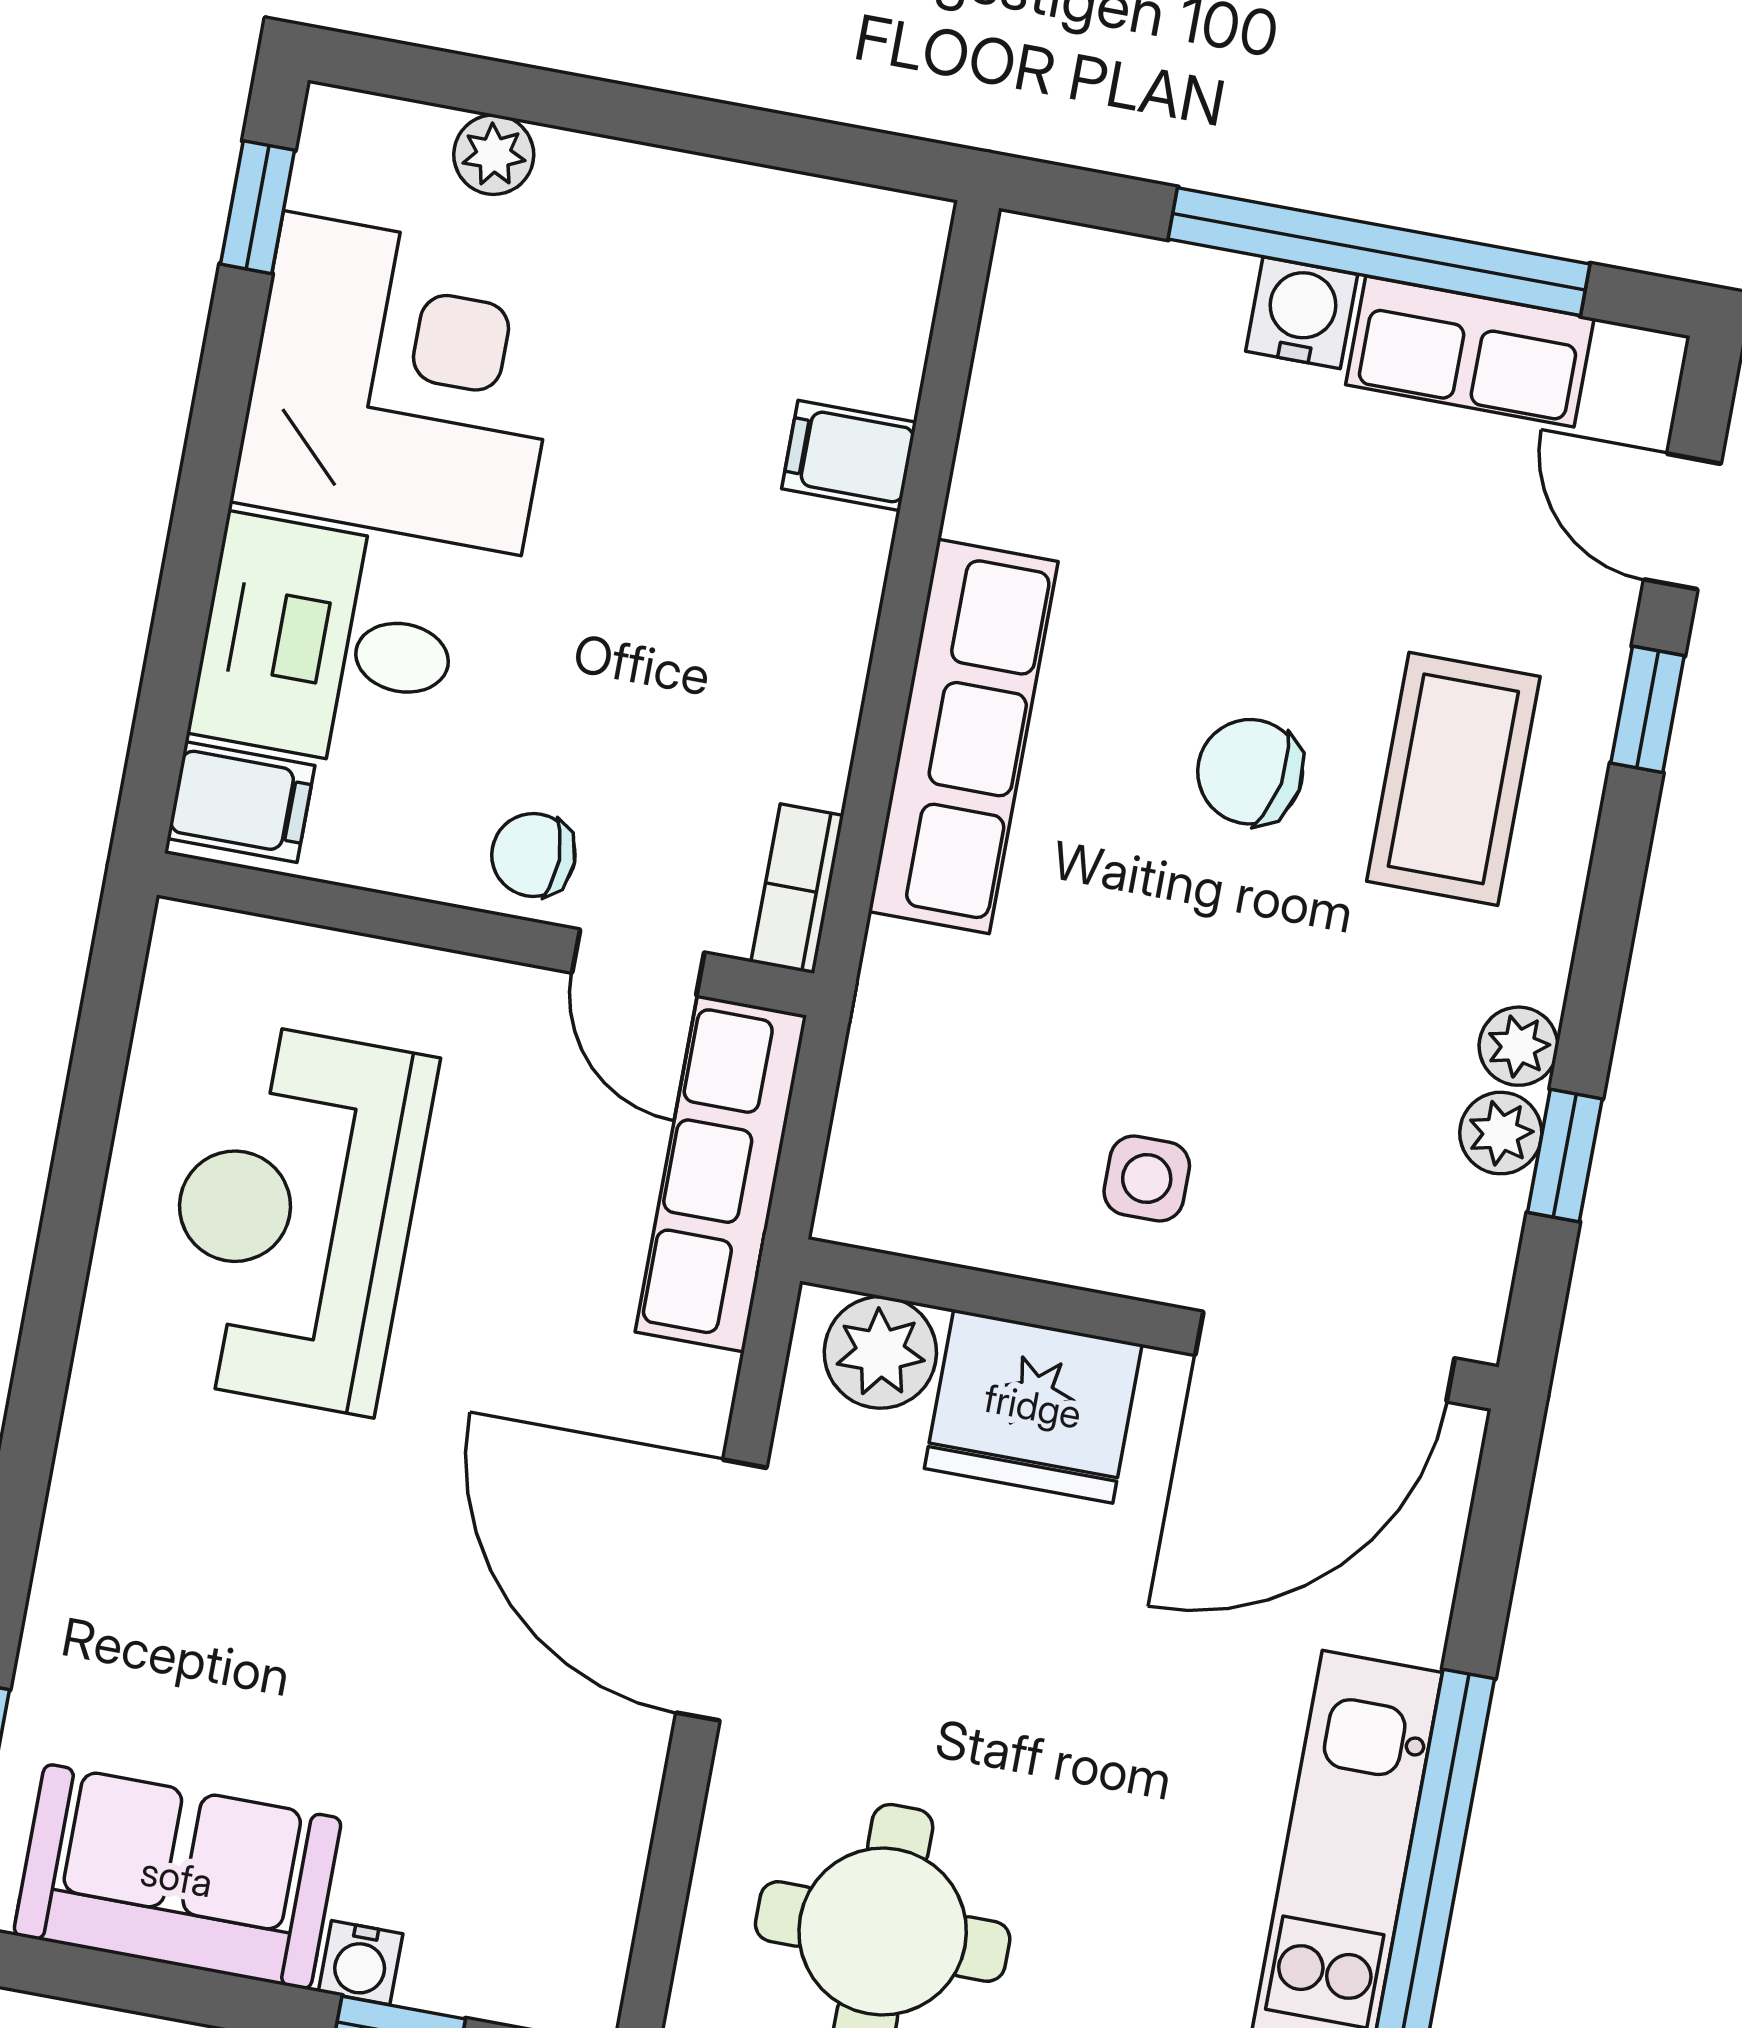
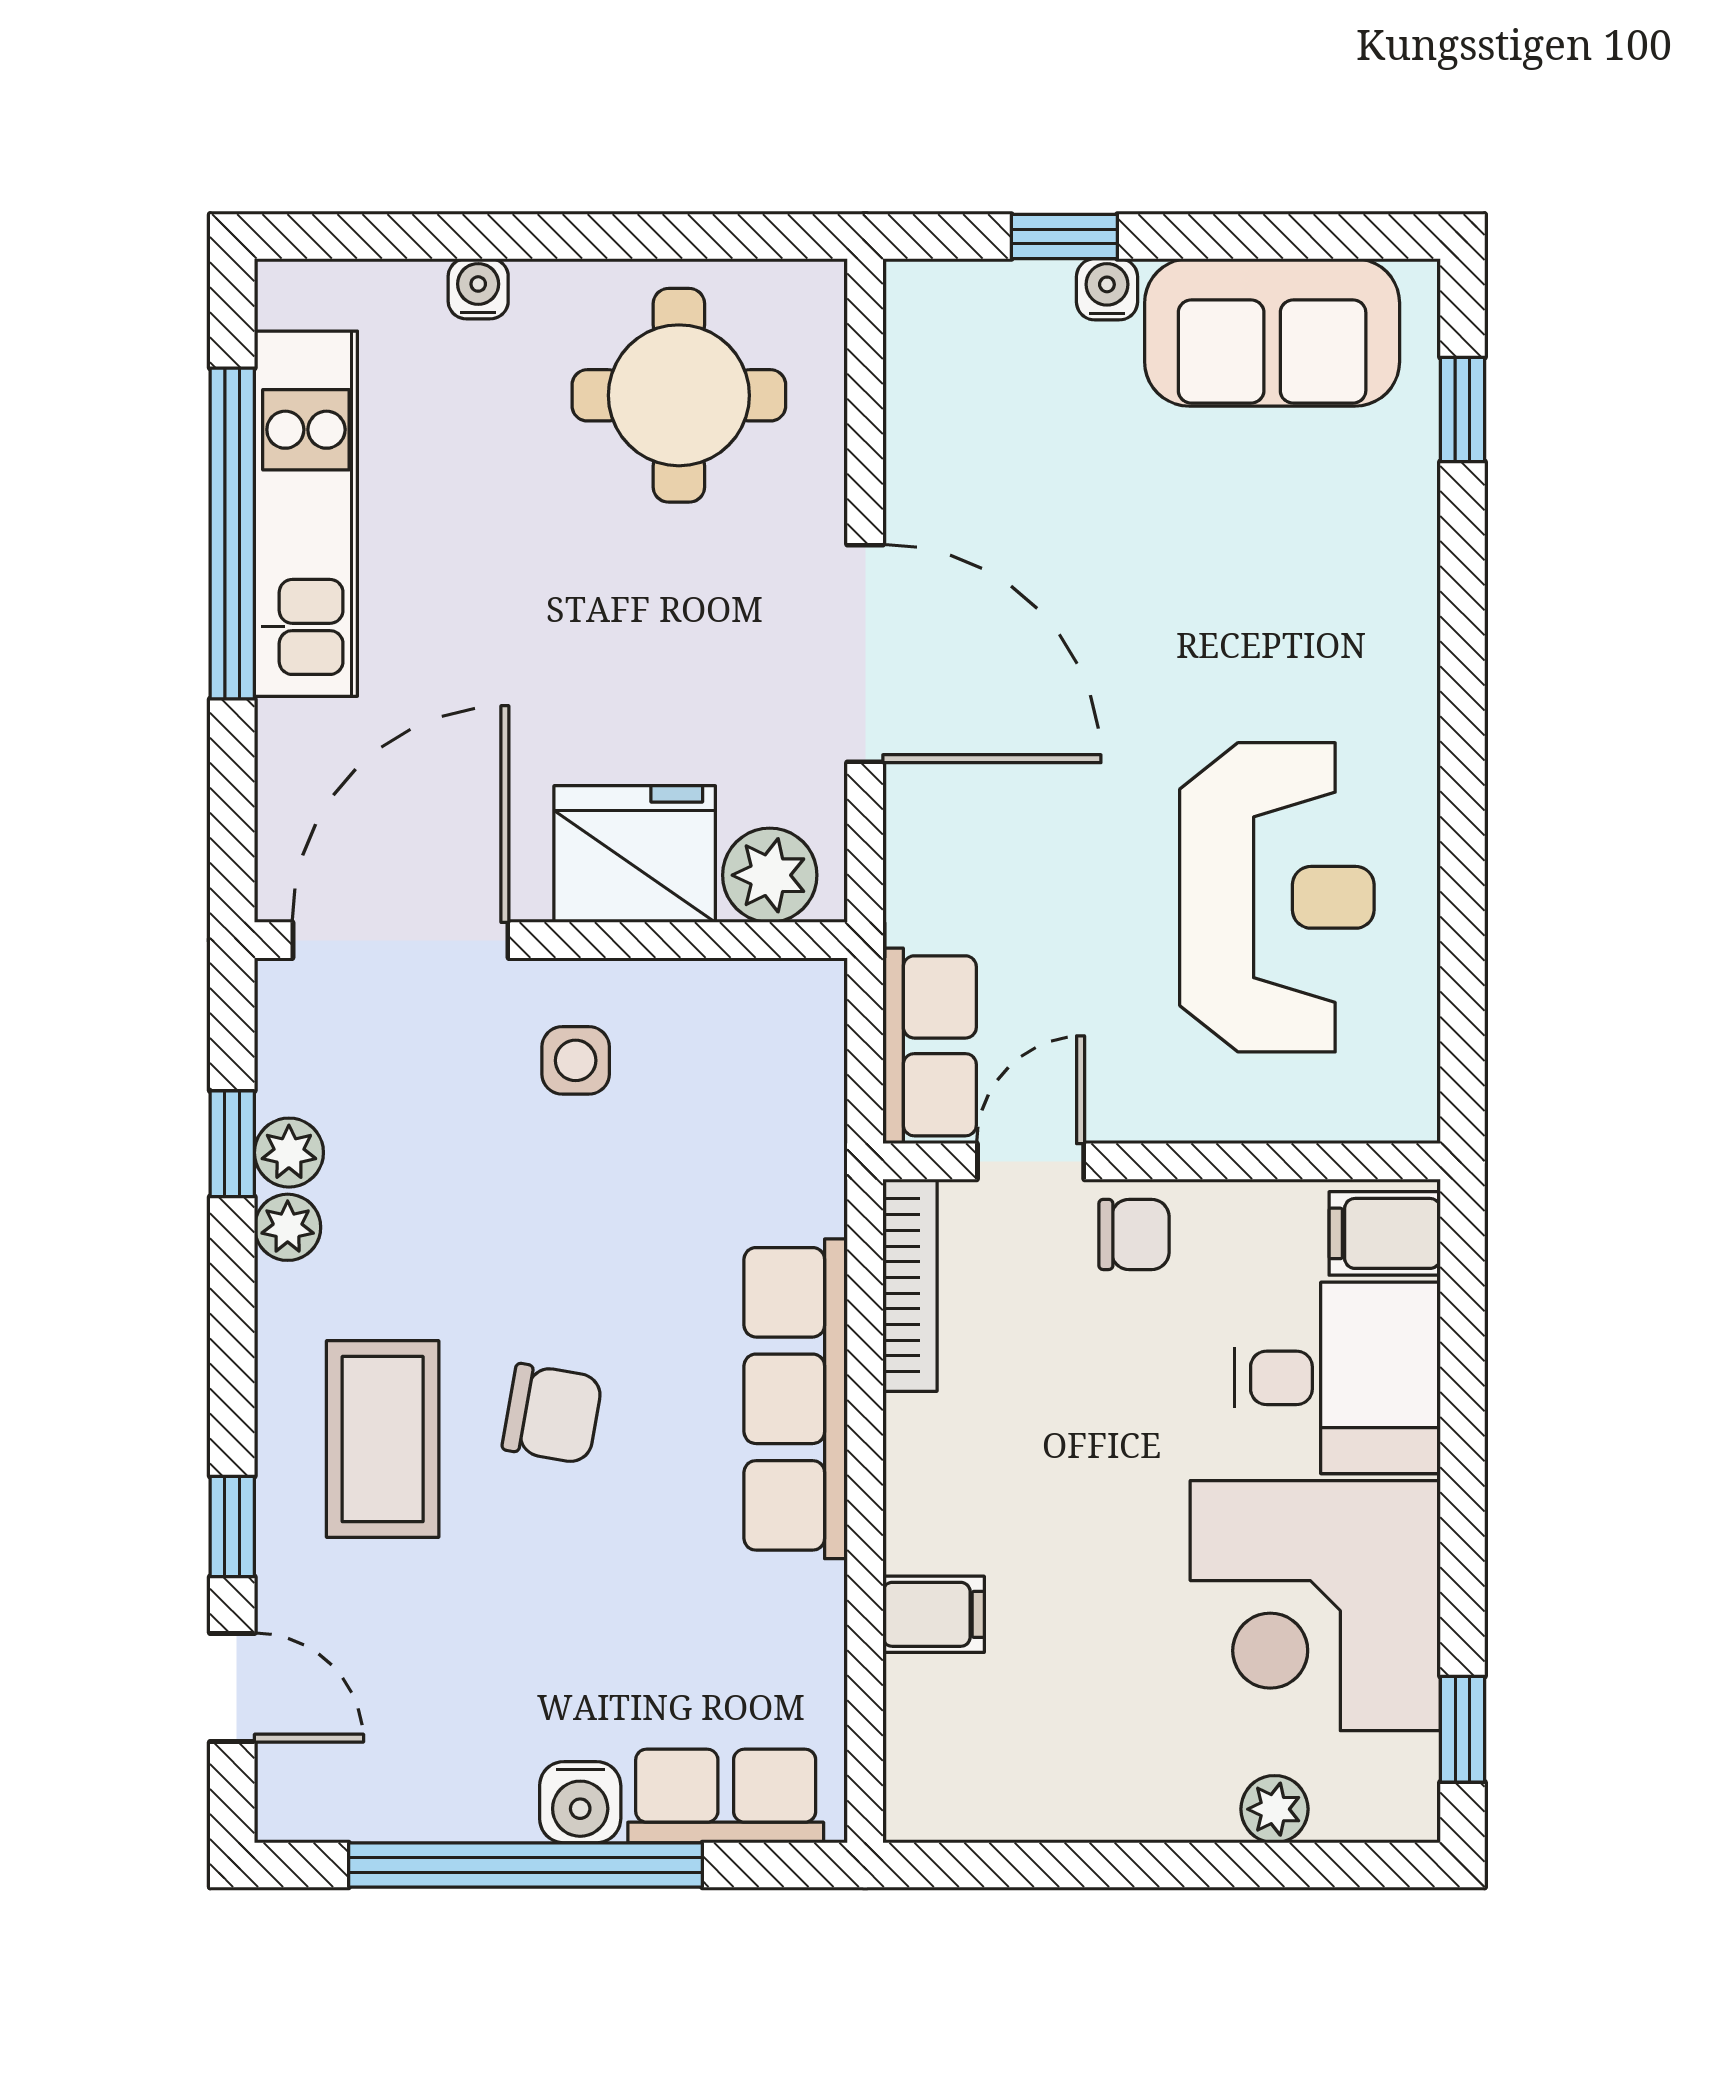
row of seats: (1470, 352) -> (726, 1796), moved
bookcase: (797, 889) -> (910, 1285), width x1.56
door: (638, 963) -> (1031, 1161), hinge flipped
row of seats: (721, 1174) -> (930, 1046), width x0.68

